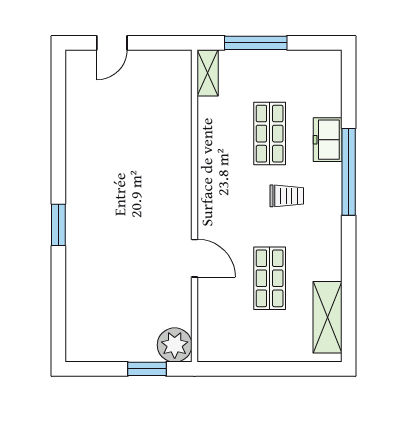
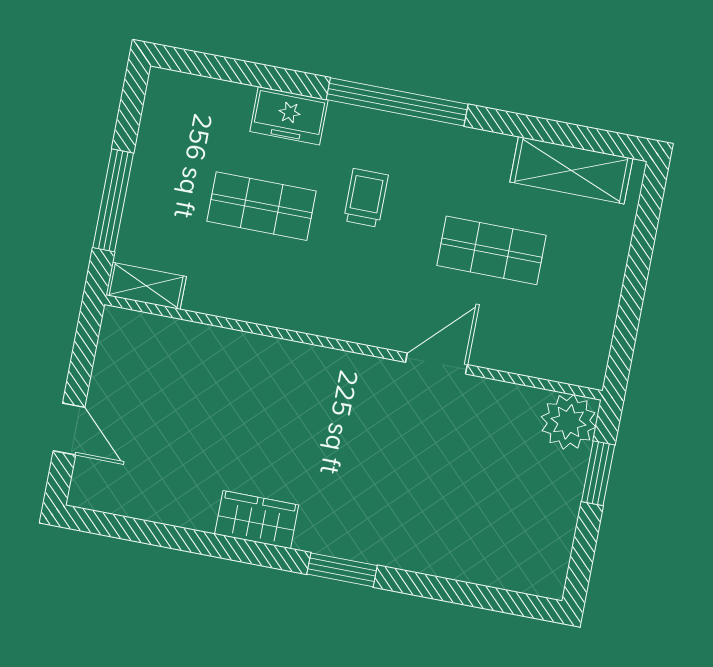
wardrobe: (79, 167) -> (257, 520), added
window: (349, 172) -> (397, 102), moved

